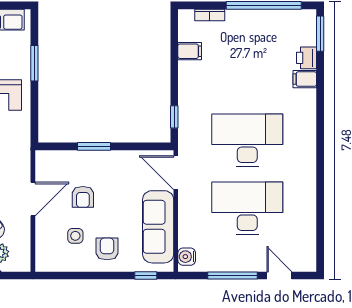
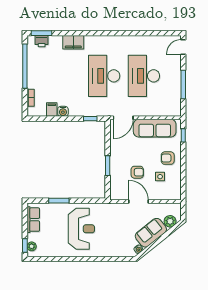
printer: (307, 58) -> (42, 41), moved
filing cabinet: (305, 79) -> (73, 42), width x2.00
water cooler: (187, 257) -> (63, 111), moved
door: (279, 276) -> (183, 47), moved

